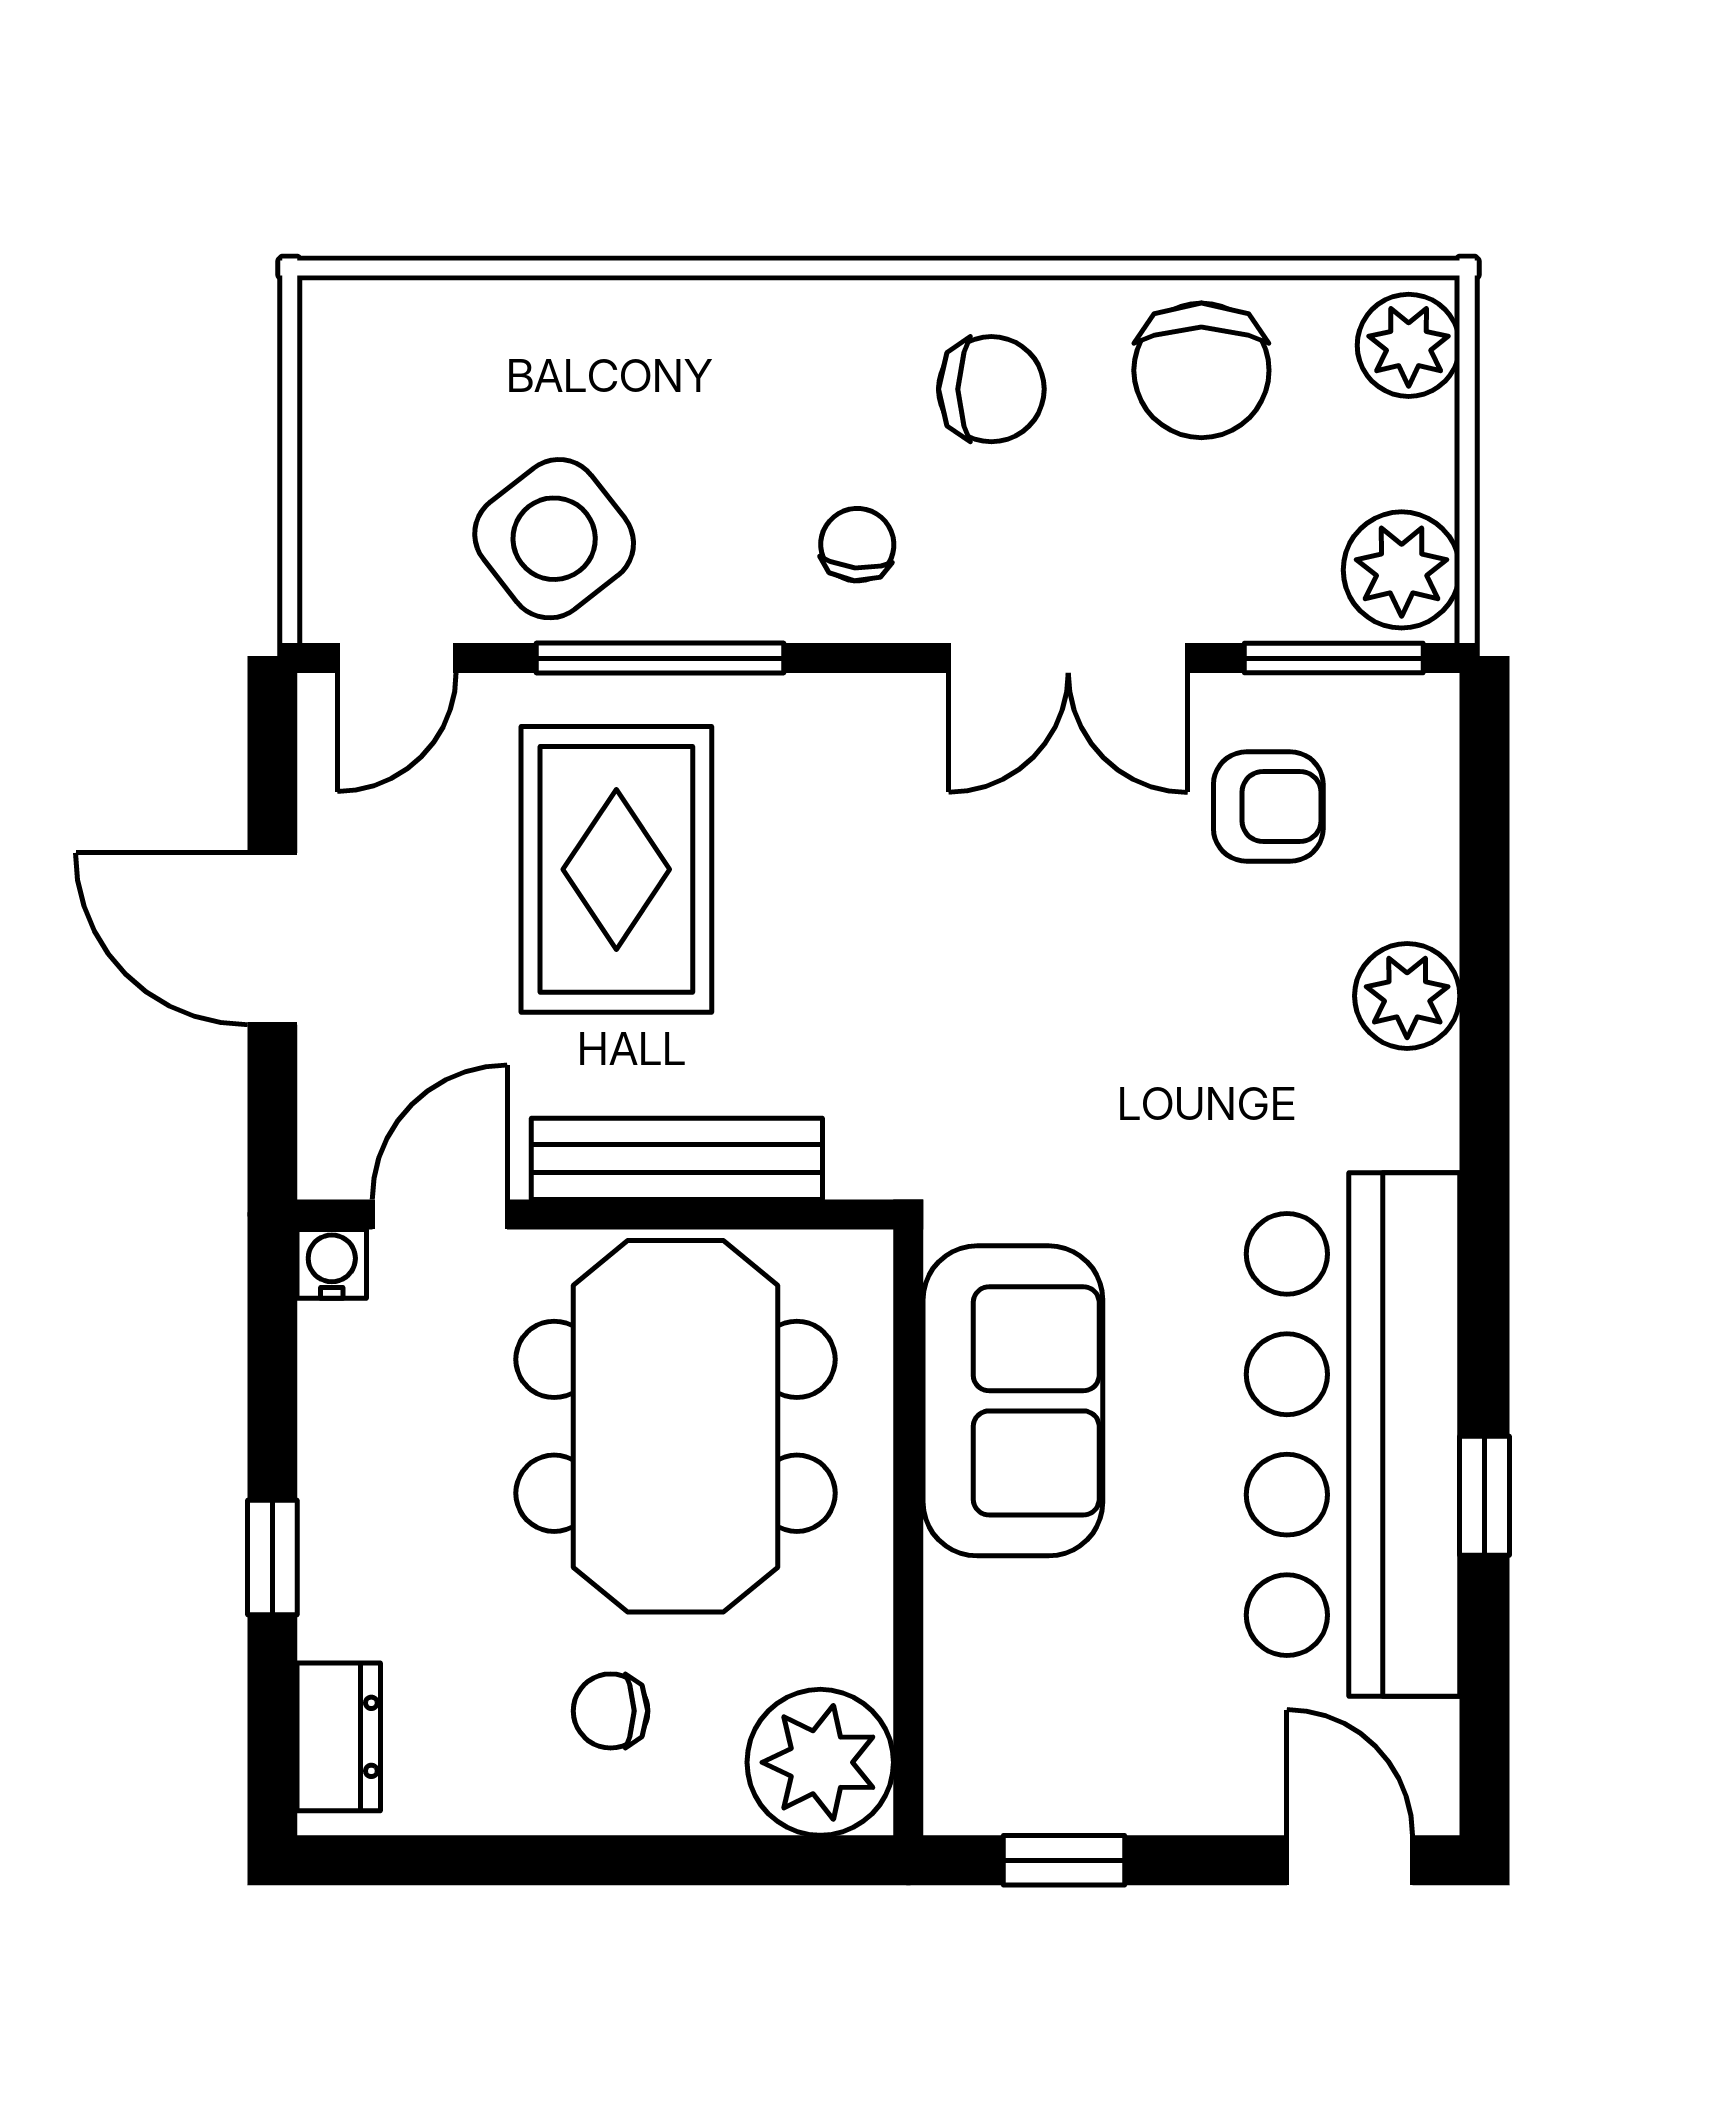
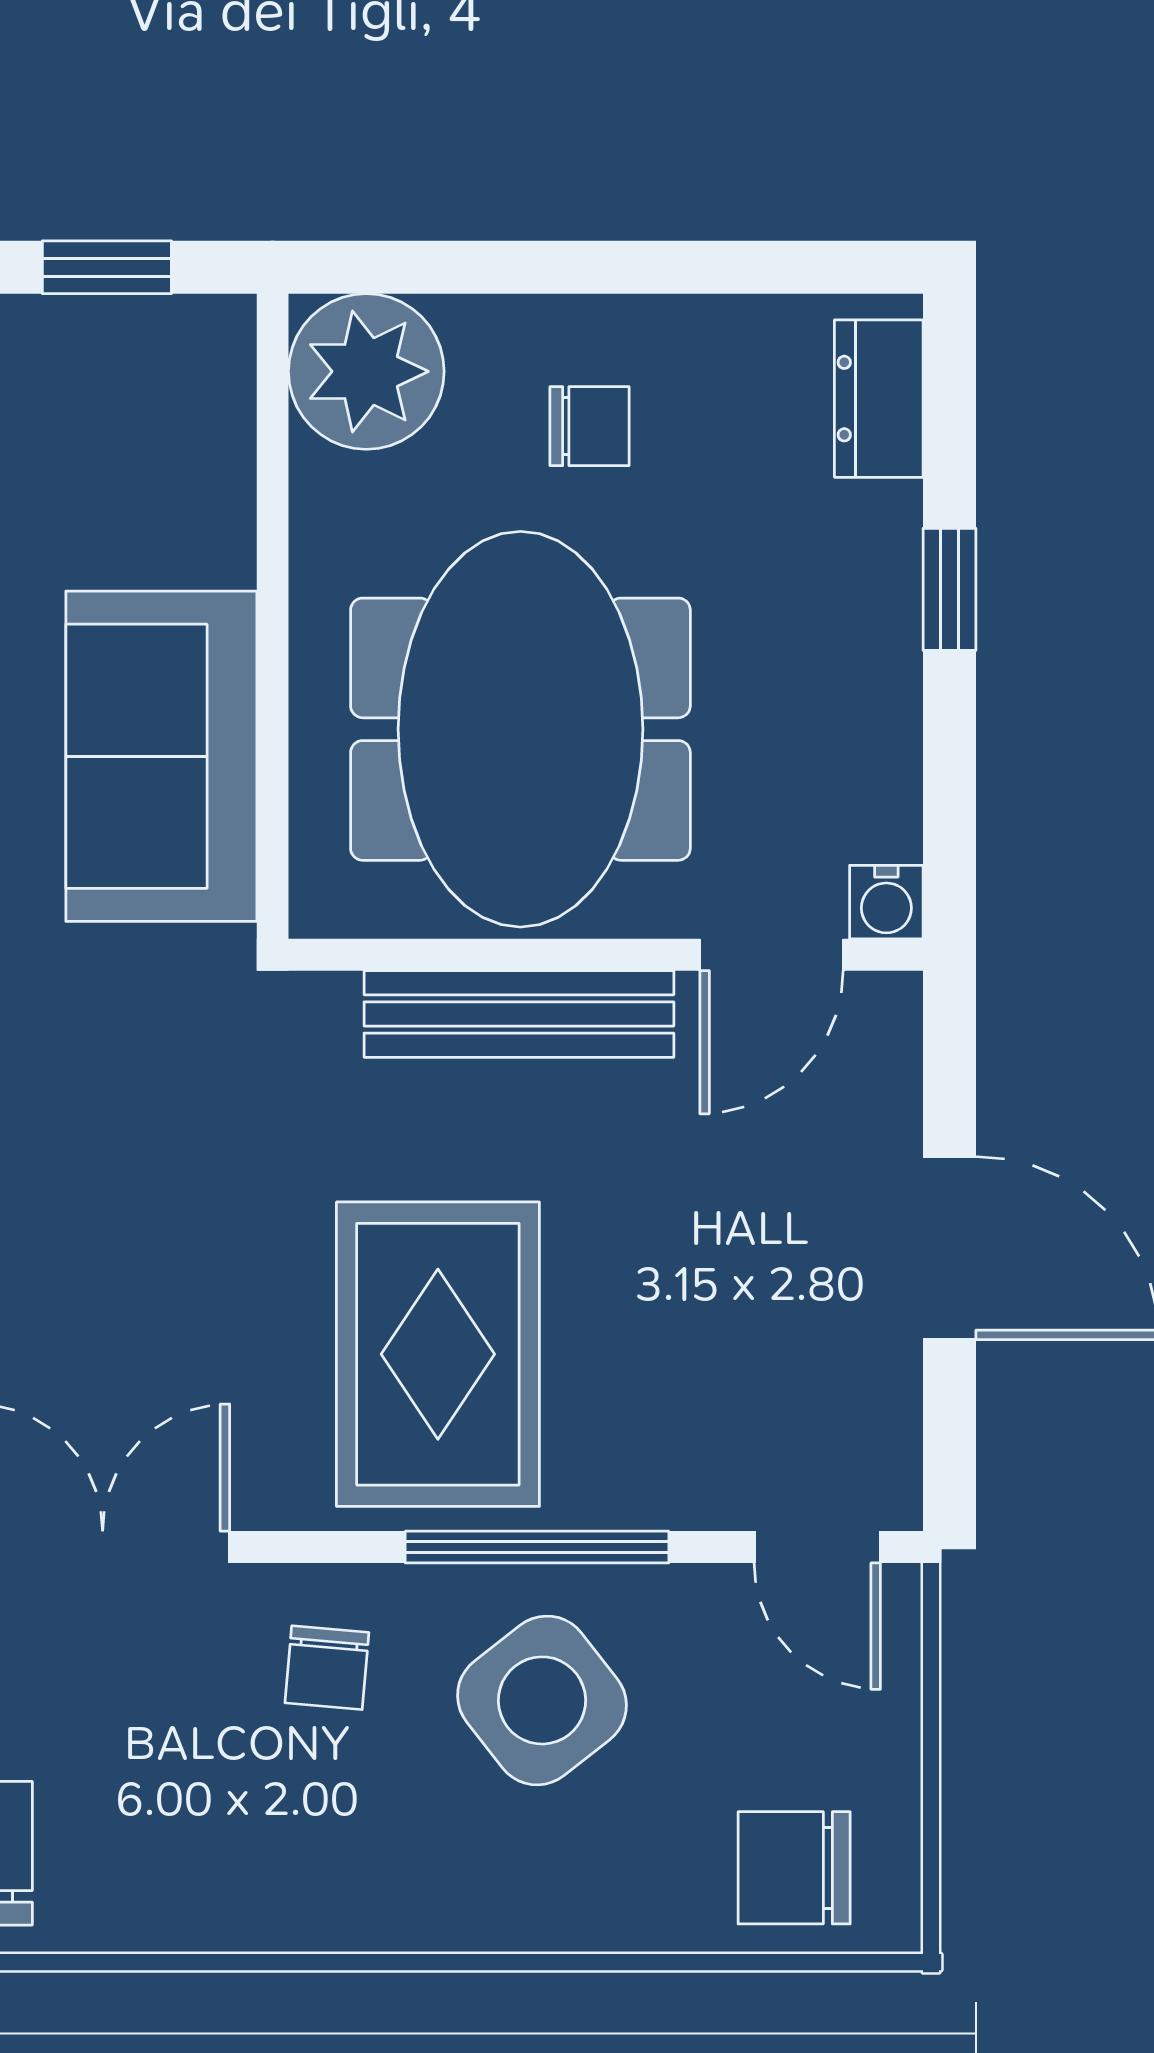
chair: (991, 389) -> (794, 1868), moved
side table: (554, 539) -> (542, 1700), moved
door: (397, 658) -> (817, 1547), swing flipped
rug: (616, 869) -> (438, 1354), moved

